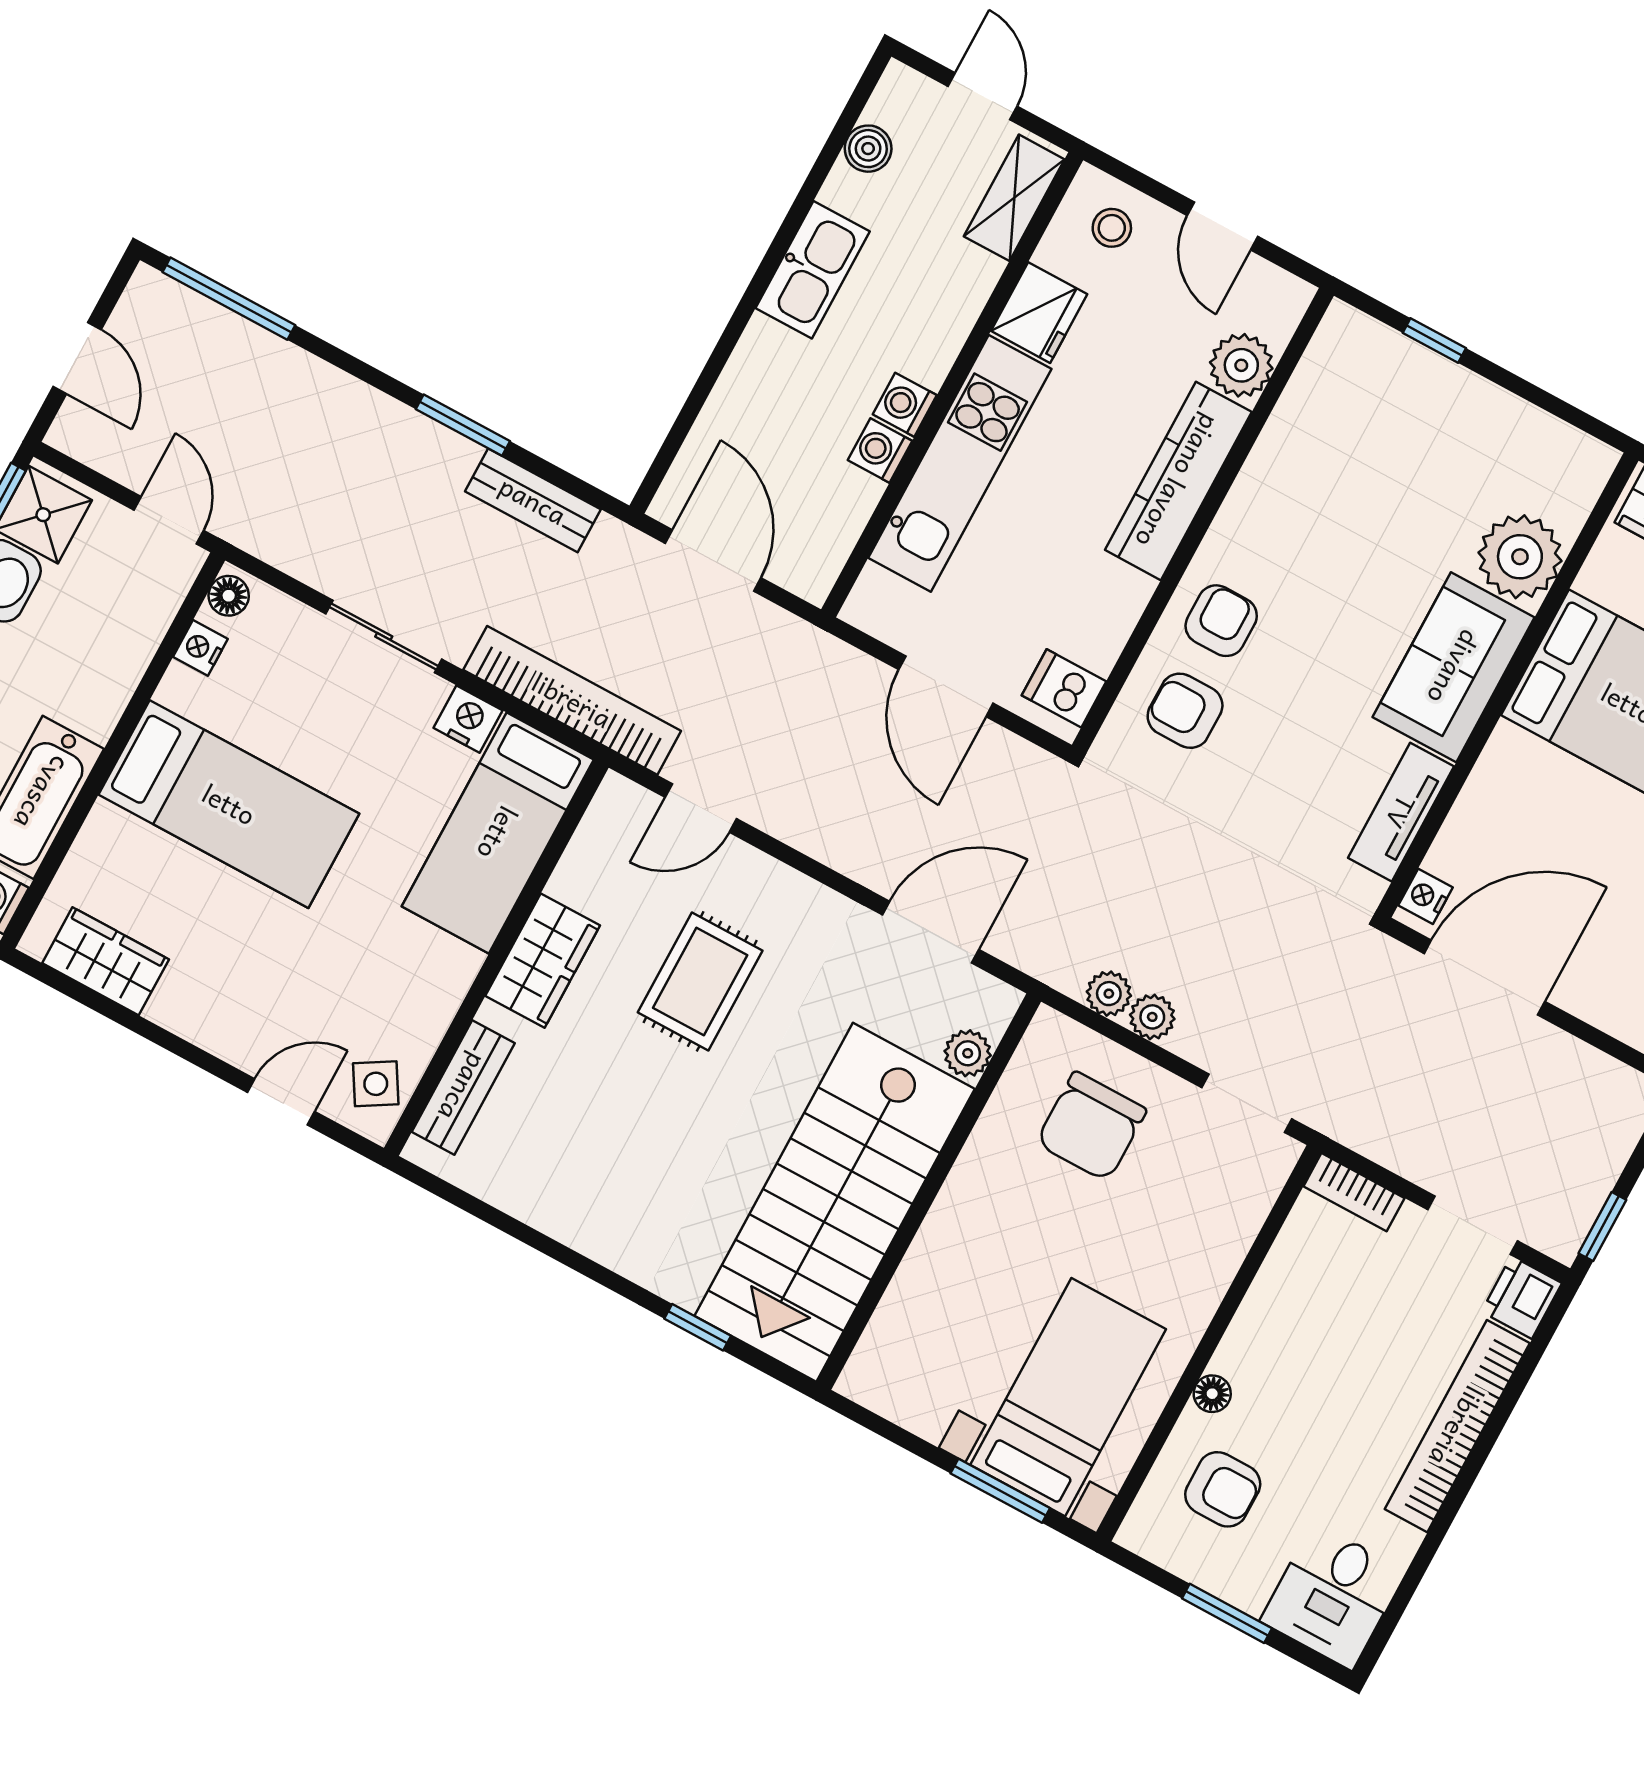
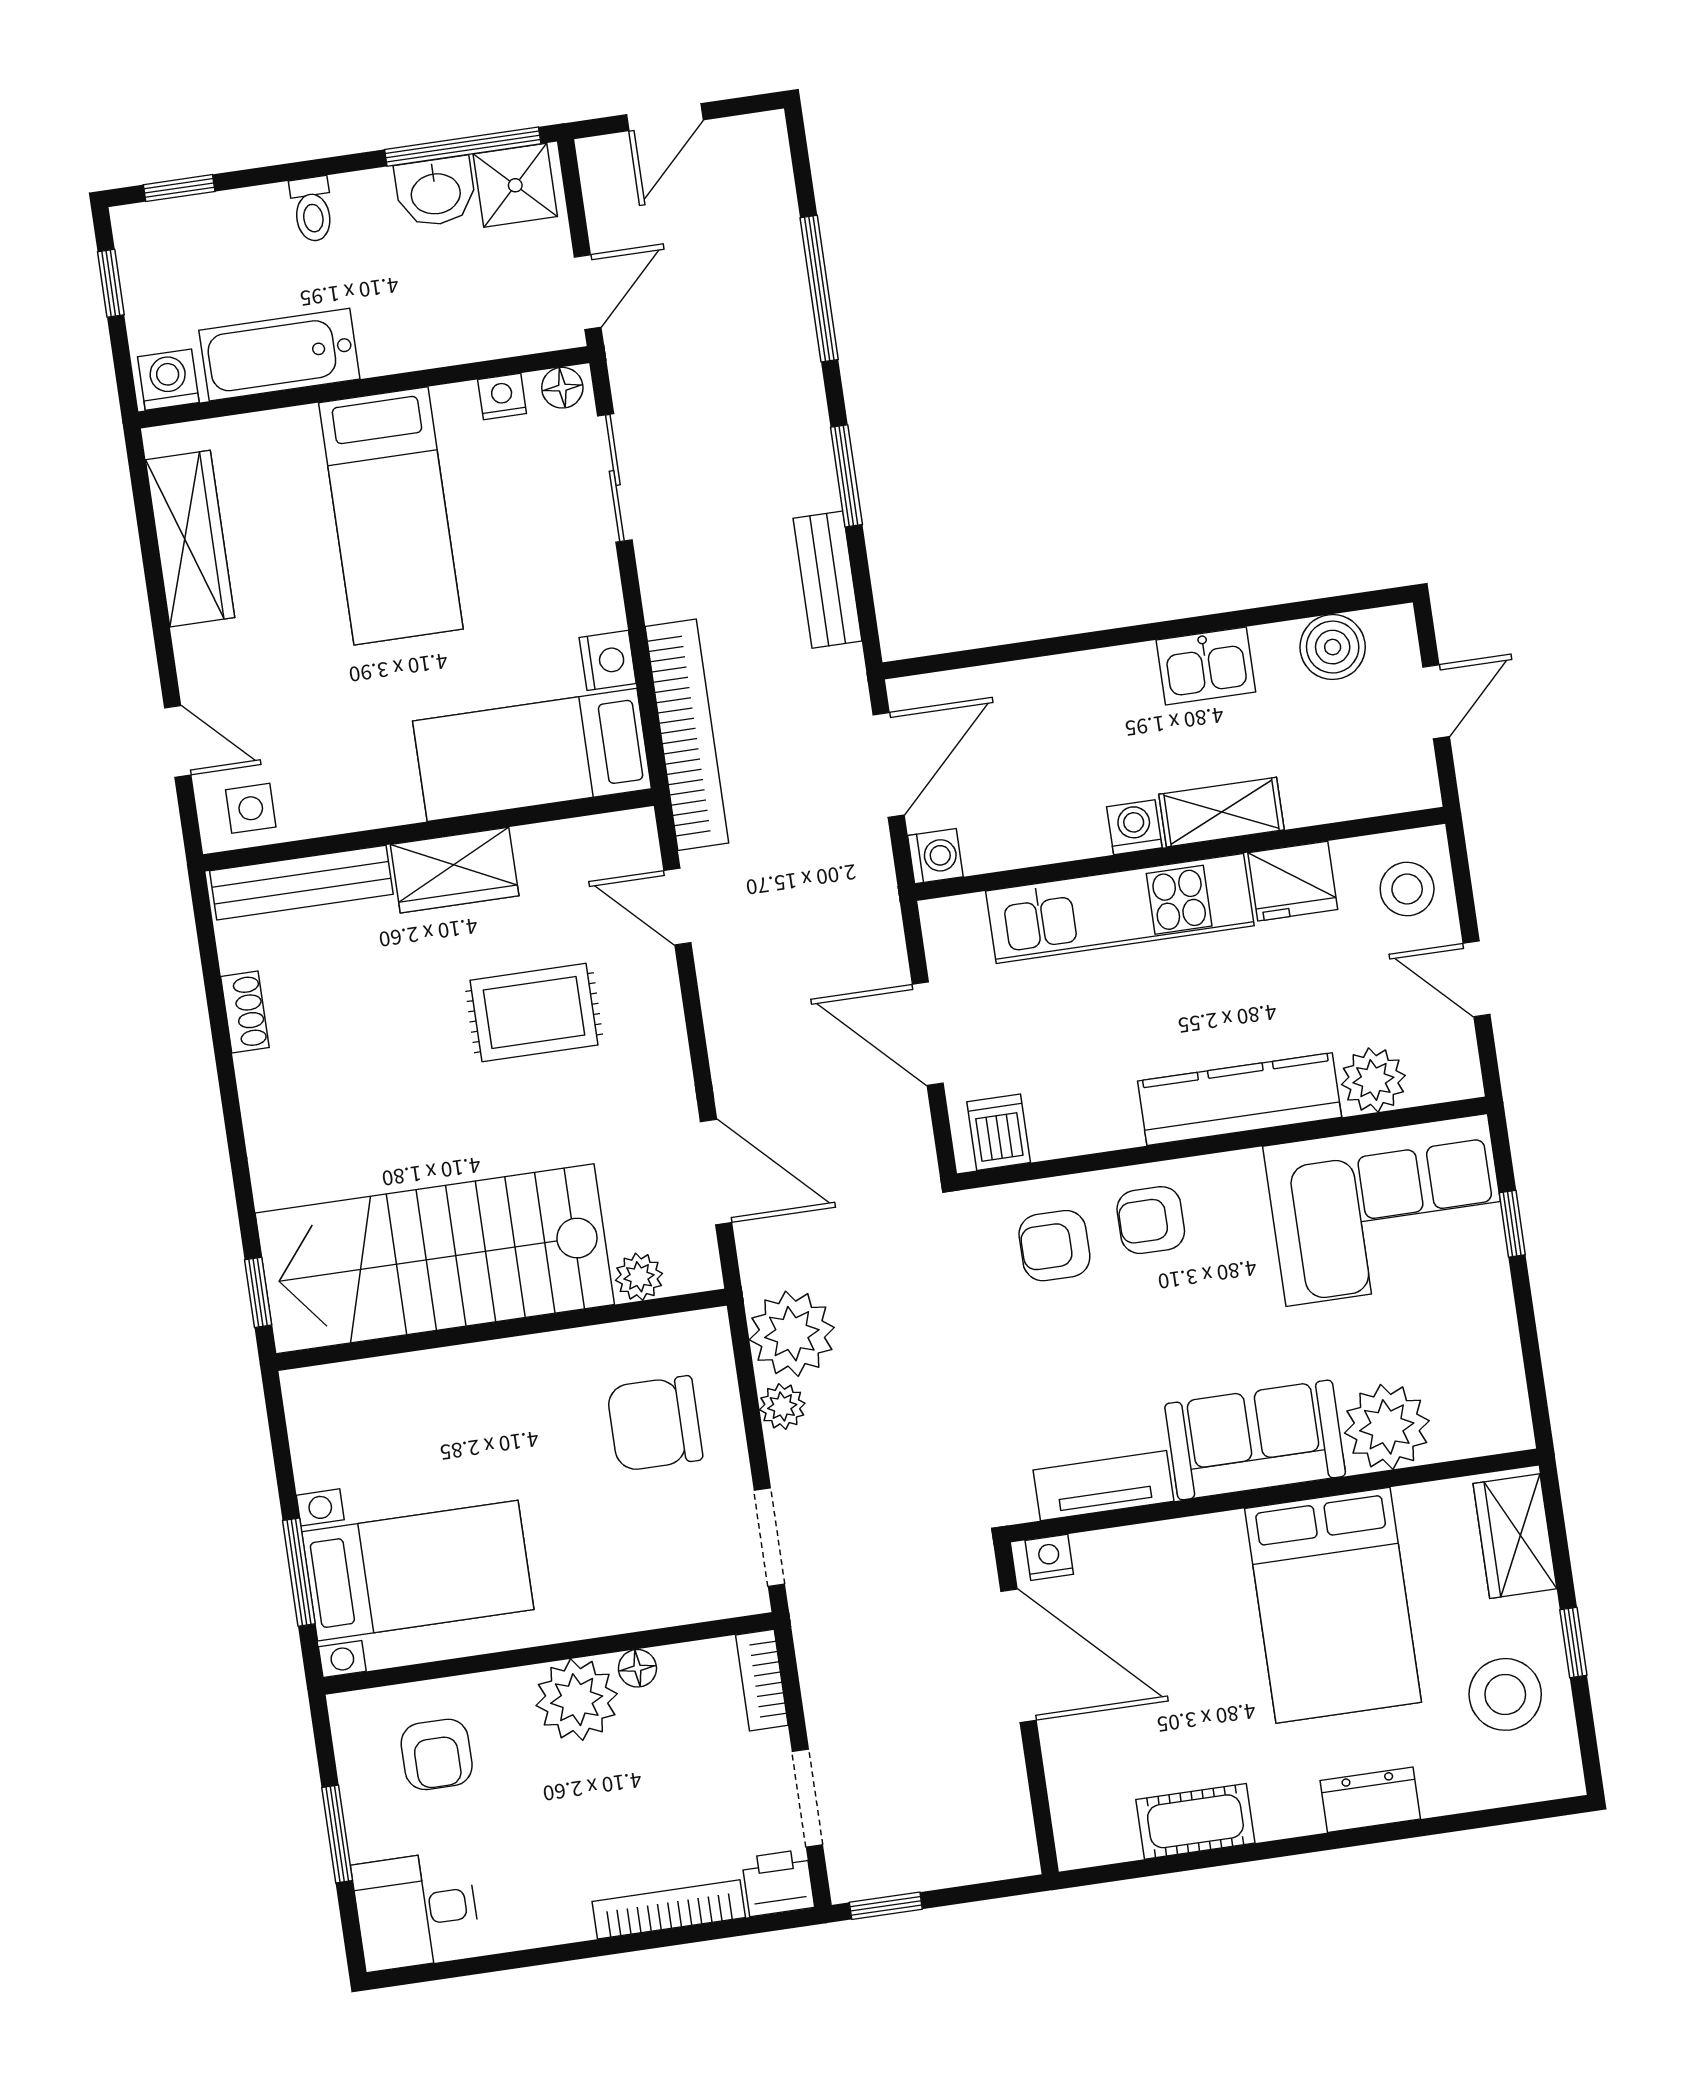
boiler: (868, 149) -> (1333, 647), width x1.36, depth x1.36
shelving: (1014, 198) -> (1221, 812), moved
door: (1222, 226) -> (1477, 979), hinge flipped
stool: (1112, 228) -> (1407, 889), width x1.37, depth x1.37
kitchen sink: (813, 270) -> (1206, 666), width x0.73
window: (229, 299) -> (819, 289), moved
corner sofa: (1351, 431) -> (1387, 1210), added
washing machine: (880, 451) -> (935, 856), moved, turned 90
armchair: (1221, 621) -> (1151, 1220), turned 180
sliding door: (384, 636) -> (615, 478), moved
door: (946, 686) -> (928, 1034), hinge flipped
armchair: (1185, 711) -> (1054, 1246), turned -90
wardrobe: (106, 961) -> (190, 539), width x1.50
plant: (1109, 994) -> (792, 1334), width x1.87, depth x1.87
side table: (376, 1084) -> (251, 808), turned 31
bench: (463, 1087) -> (301, 883), width x1.36
shoe rack: (531, 1207) -> (245, 1012), added
window: (698, 1327) -> (258, 1292), moved
plant: (1261, 1348) -> (577, 1700), added
floor lamp: (1212, 1394) -> (637, 1668), moved
bookcase: (1457, 1426) -> (669, 1909), width x0.68, depth x0.76

